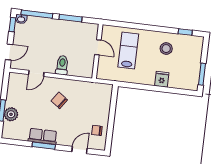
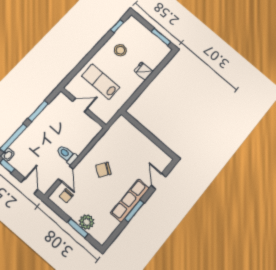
toilet: (62, 65) -> (67, 155), moved
chair: (97, 130) -> (66, 196), moved
row of seats: (43, 136) -> (130, 201), width x1.48

